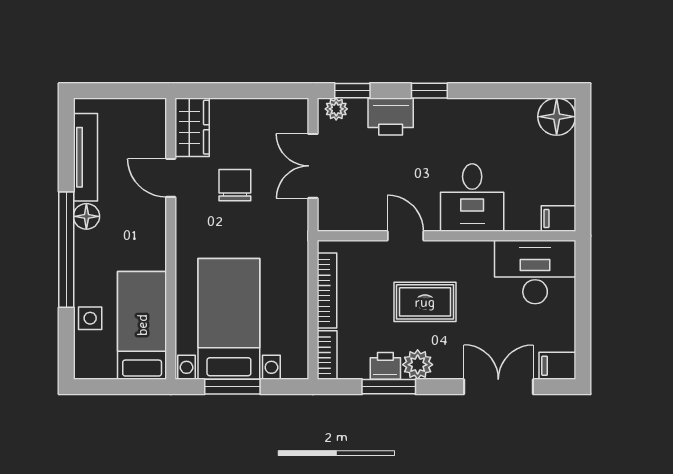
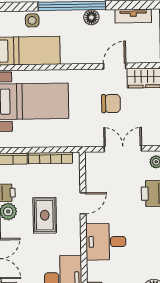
tv unit: (85, 157) -> (133, 16), width x0.71

